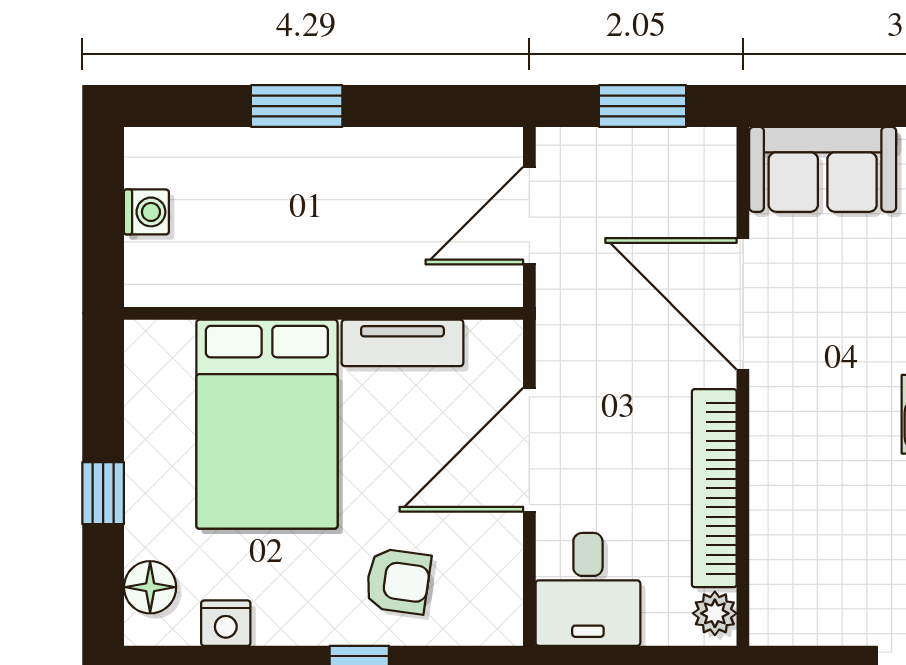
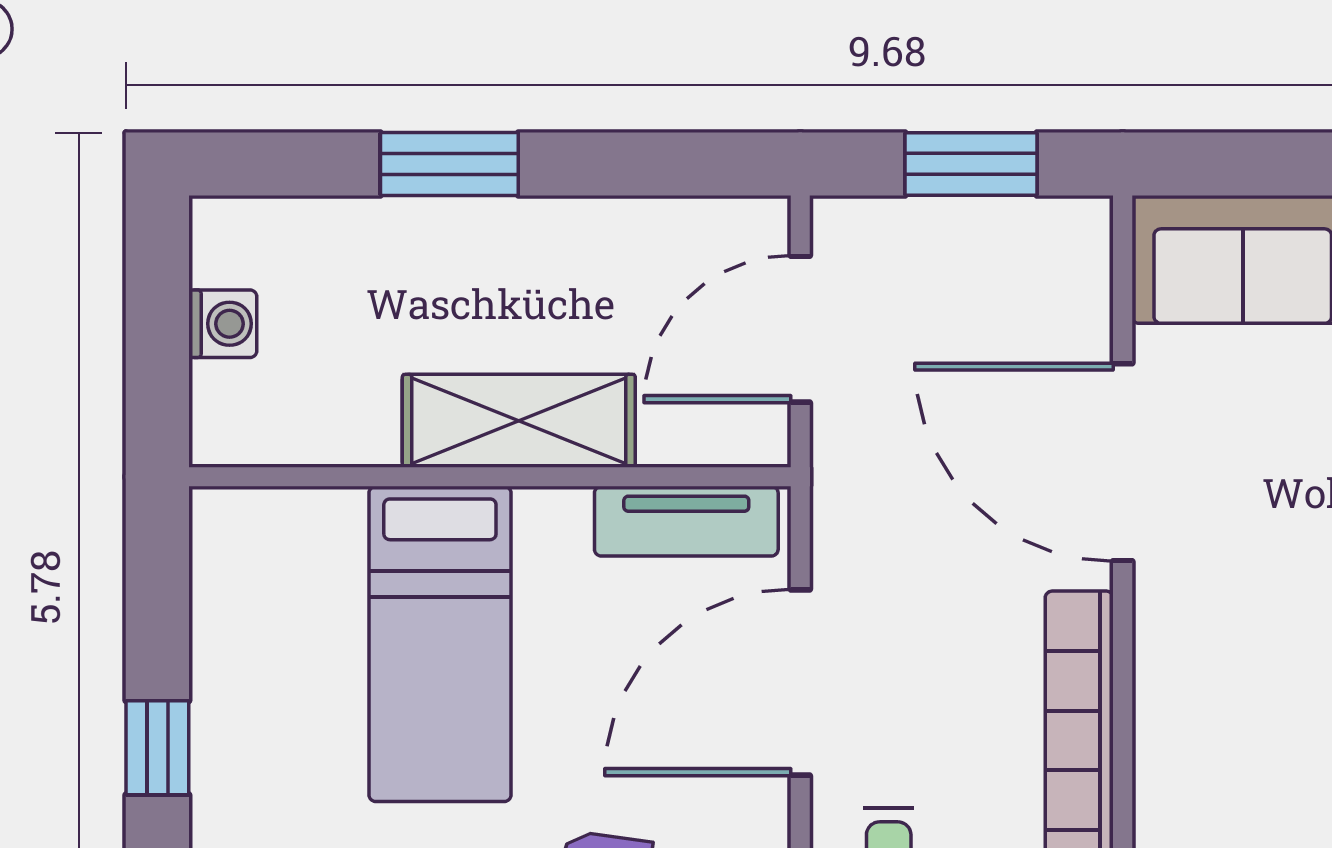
shelving: (343, 276) -> (519, 421), added
tv unit: (402, 343) -> (686, 521), moved
bed: (267, 424) -> (440, 644), width x0.67

